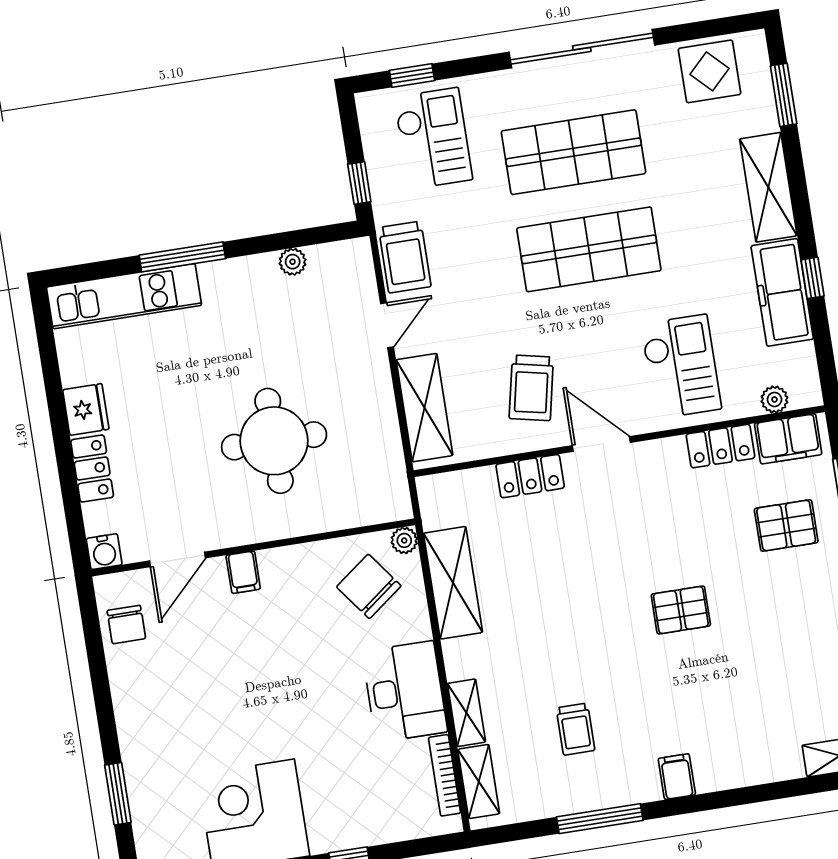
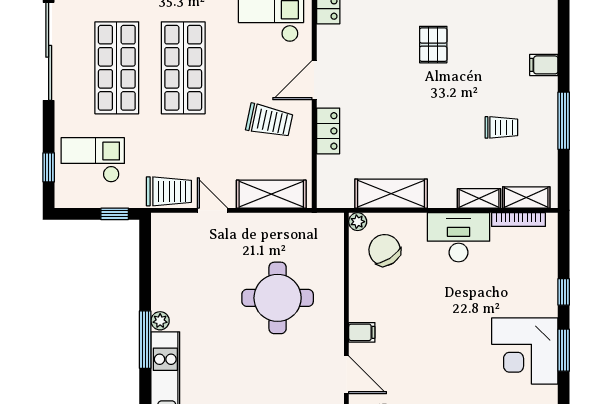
plant: (293, 262) -> (160, 321), moved
chair: (369, 586) -> (385, 250), turned 94

